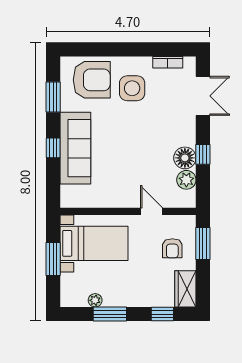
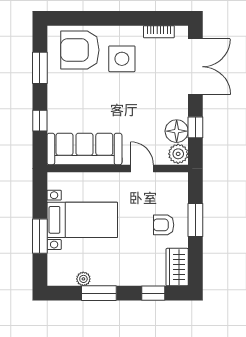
armchair: (92, 80) -> (80, 50), turned 180
double door: (203, 96) -> (195, 67), width x1.37
sofa: (75, 148) -> (84, 149), moved, turned -90
wall: (128, 211) -> (118, 168), moved
door: (152, 211) -> (142, 168), moved
armchair: (172, 248) -> (164, 225), turned 90

